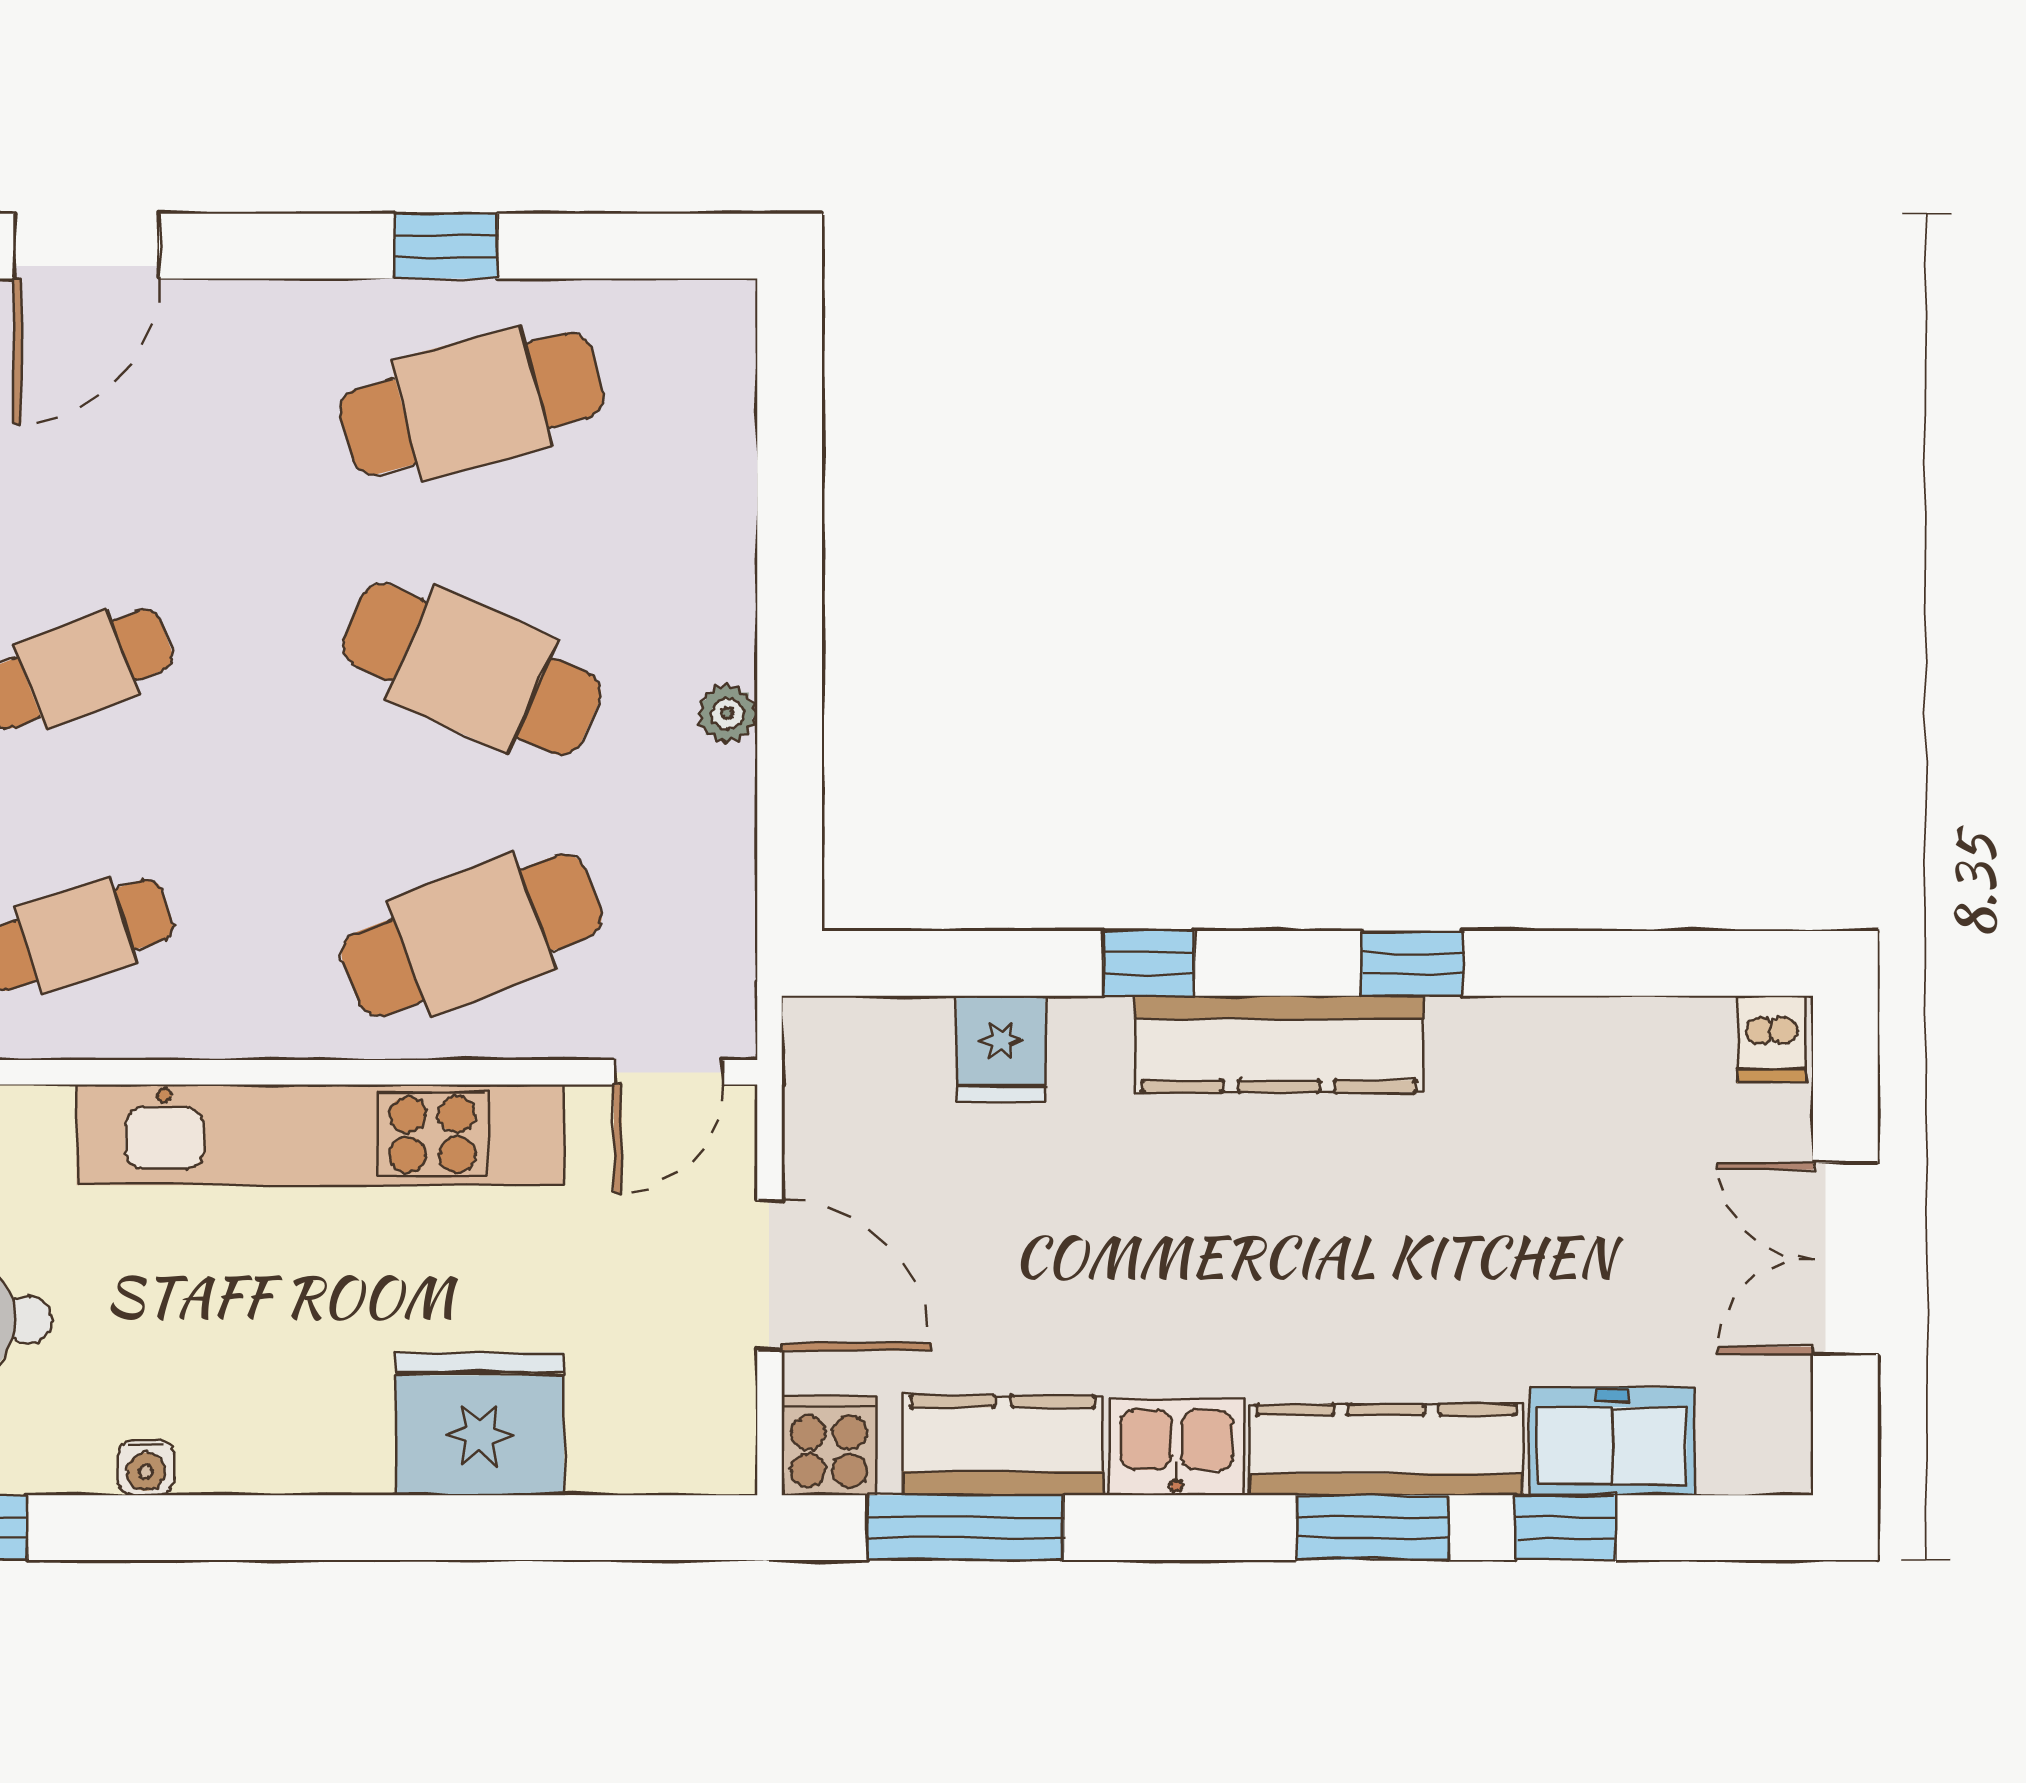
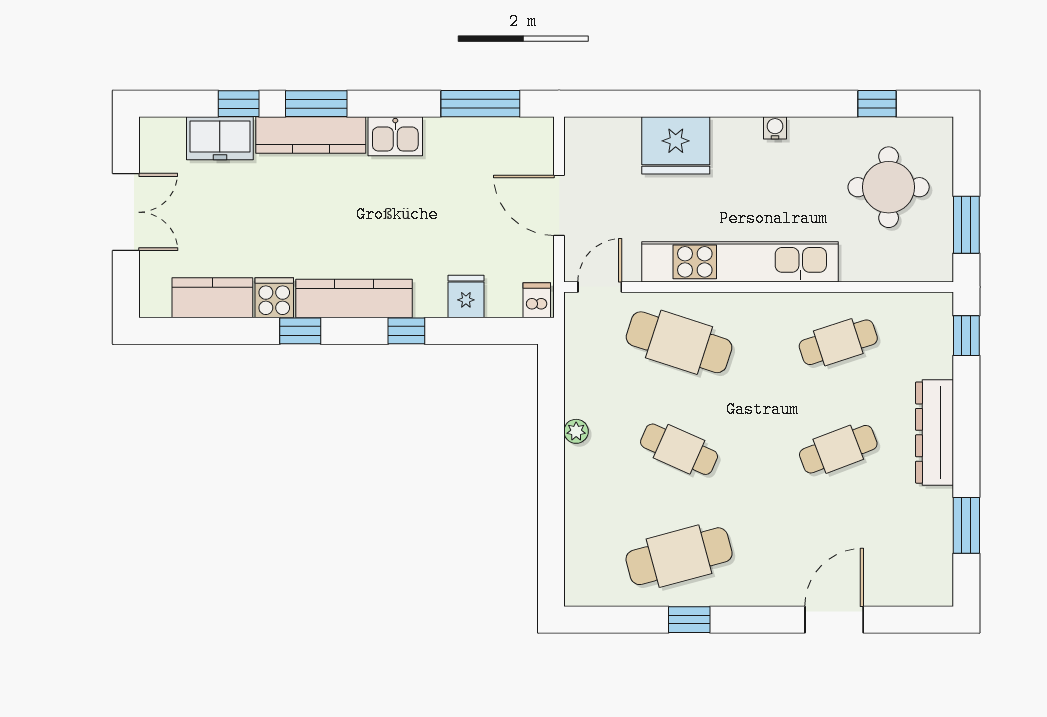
cafe table: (472, 669) -> (679, 449), width x0.73, depth x0.74
cafe table: (472, 935) -> (679, 342), turned 39
dishwasher: (1771, 1039) -> (537, 300), moved
cooker: (829, 1445) -> (274, 298), moved, turned 180
kitchen counter: (1003, 1445) -> (212, 298), moved, turned 180
water cooler: (146, 1467) -> (775, 128), moved

